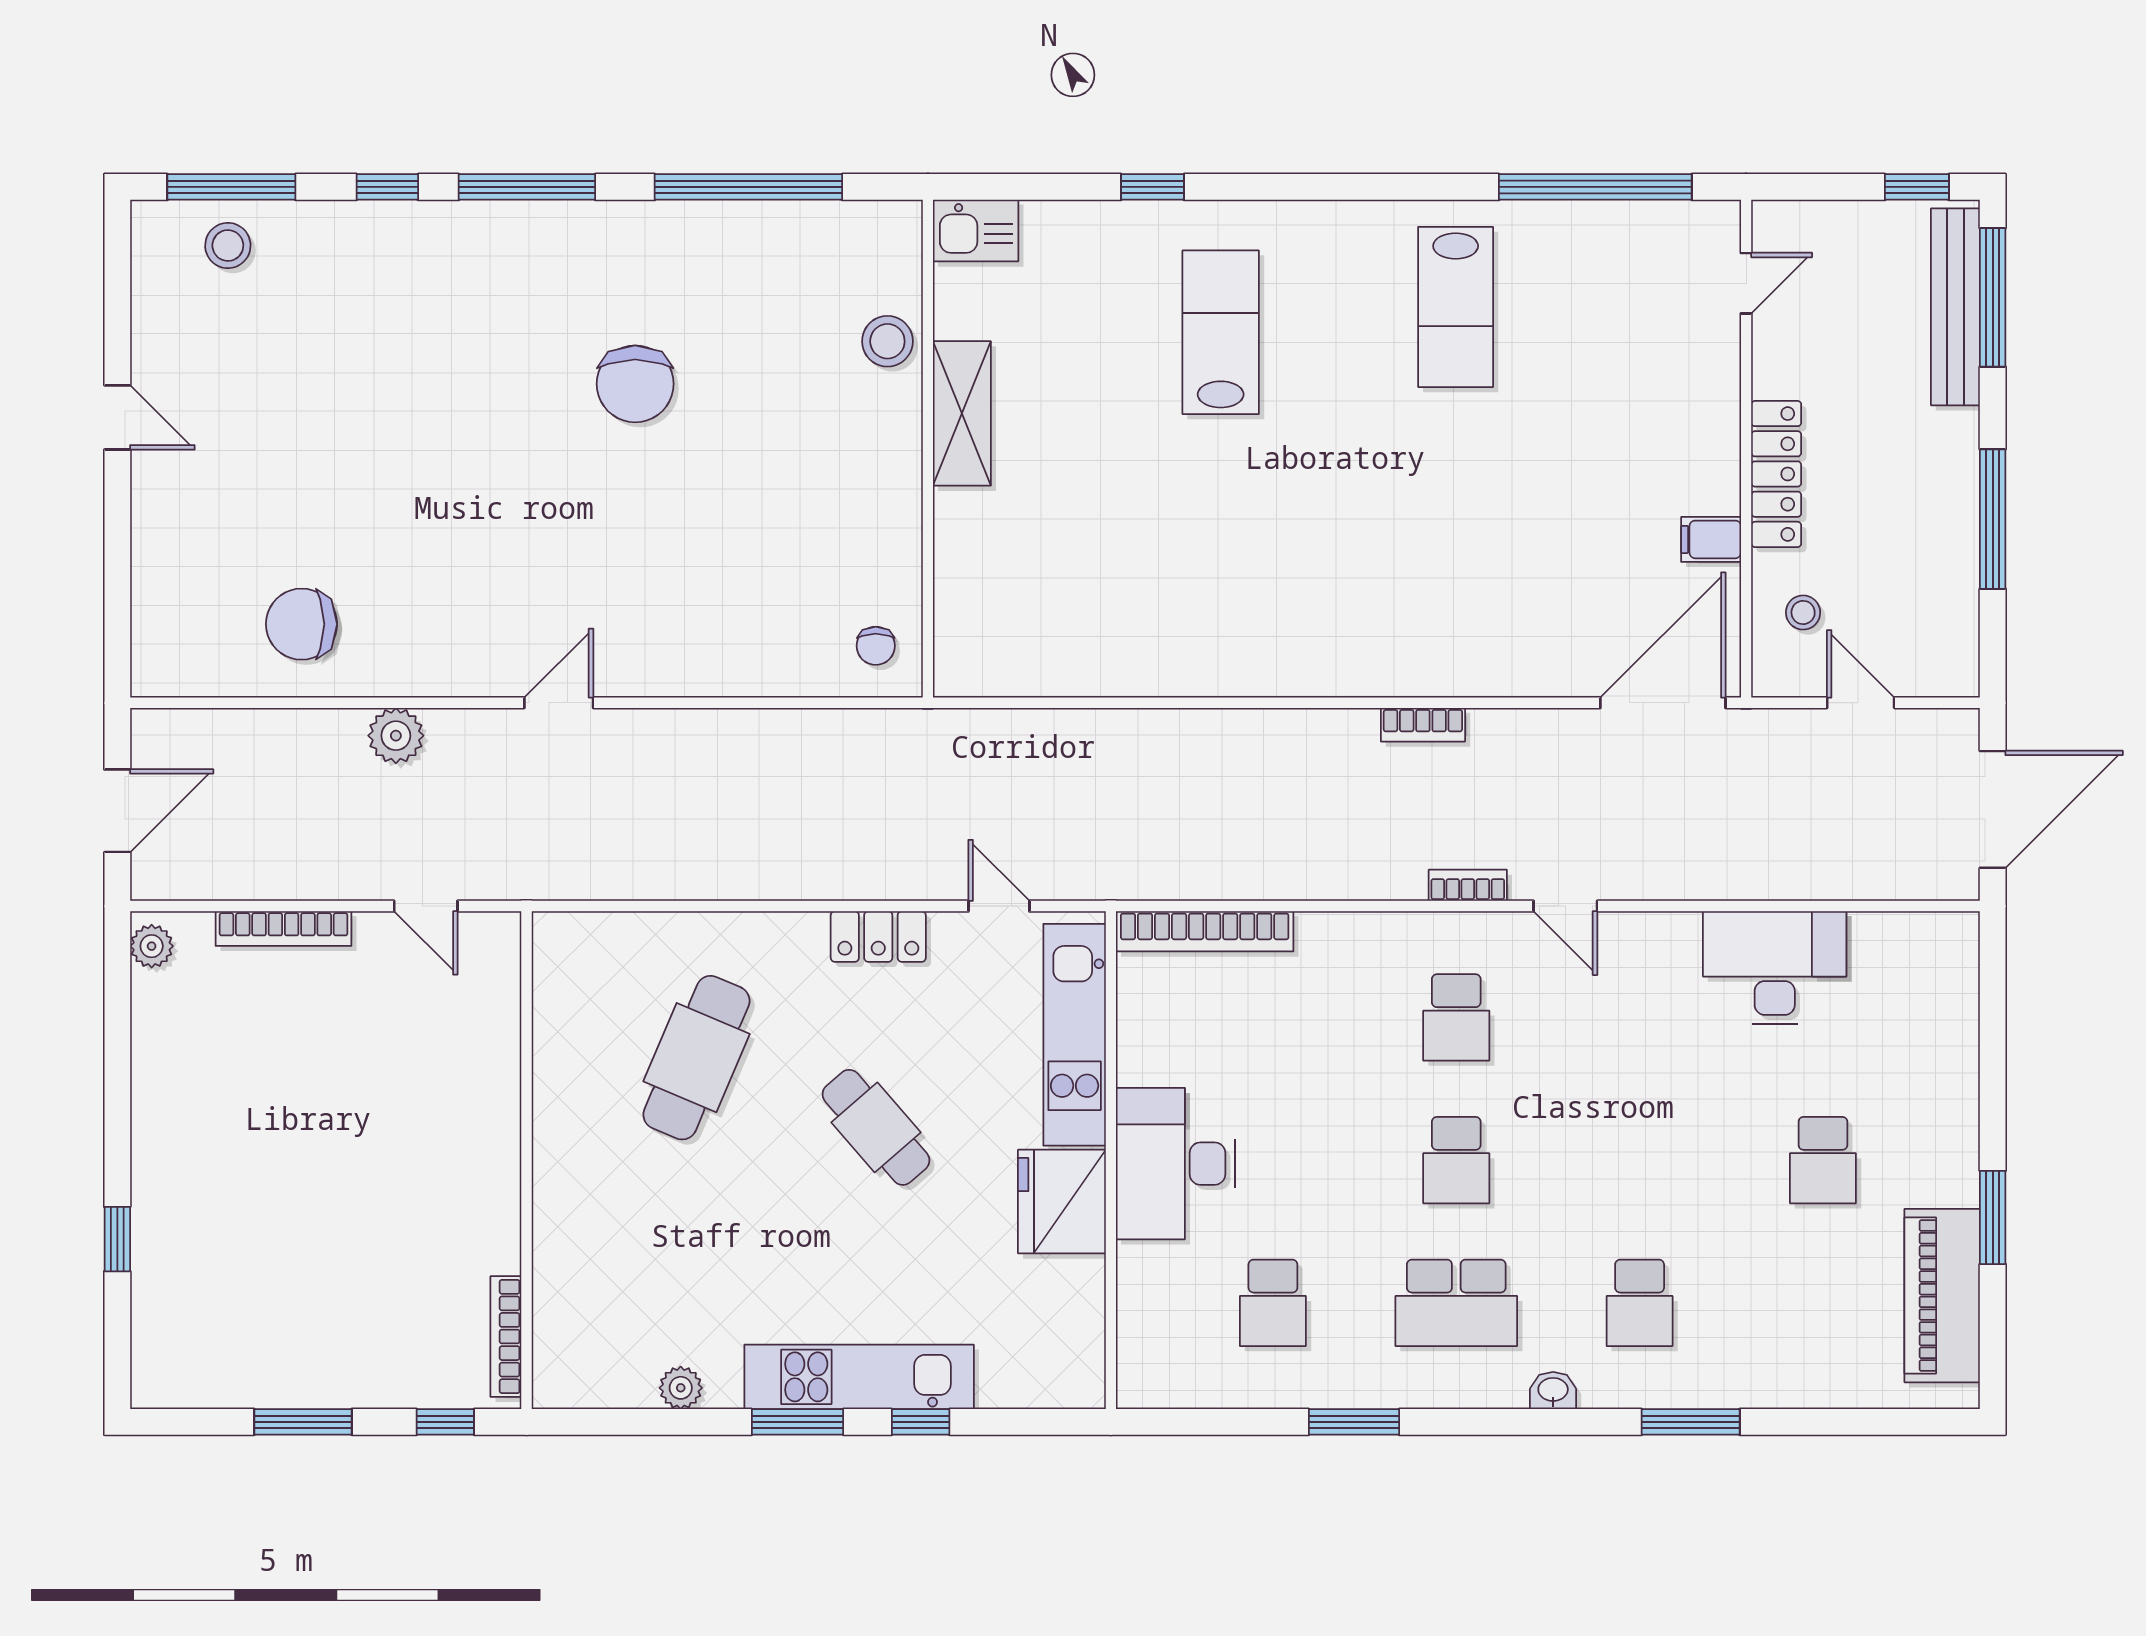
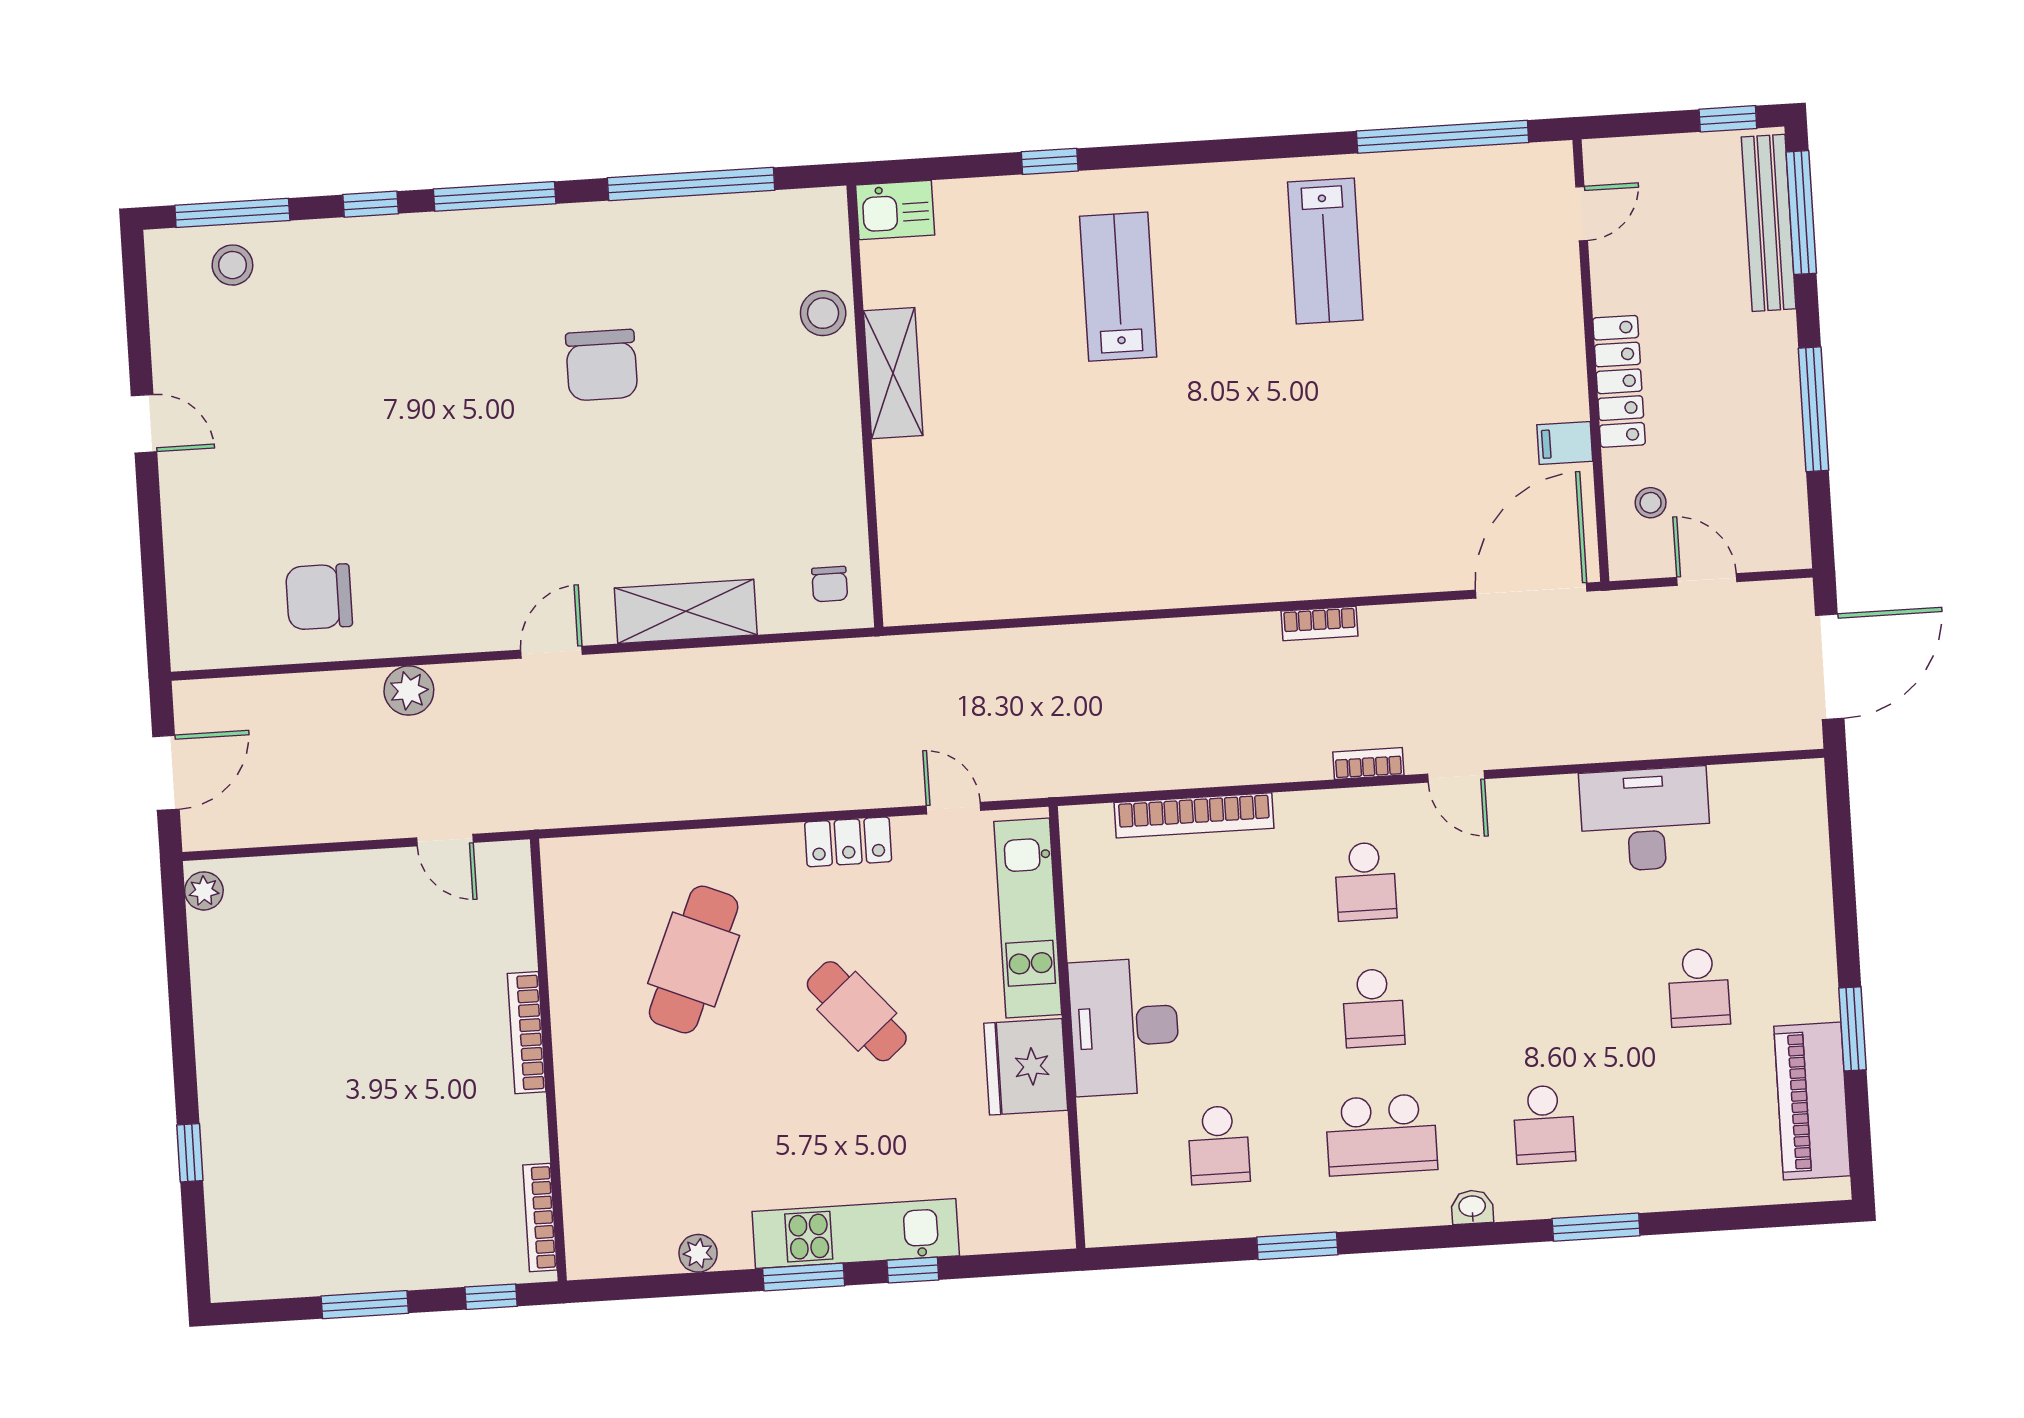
shelving: (712, 666) -> (686, 611), added
bookcase: (283, 929) -> (527, 1033), moved, turned 90
bookcase: (1205, 931) -> (1194, 815), moved

